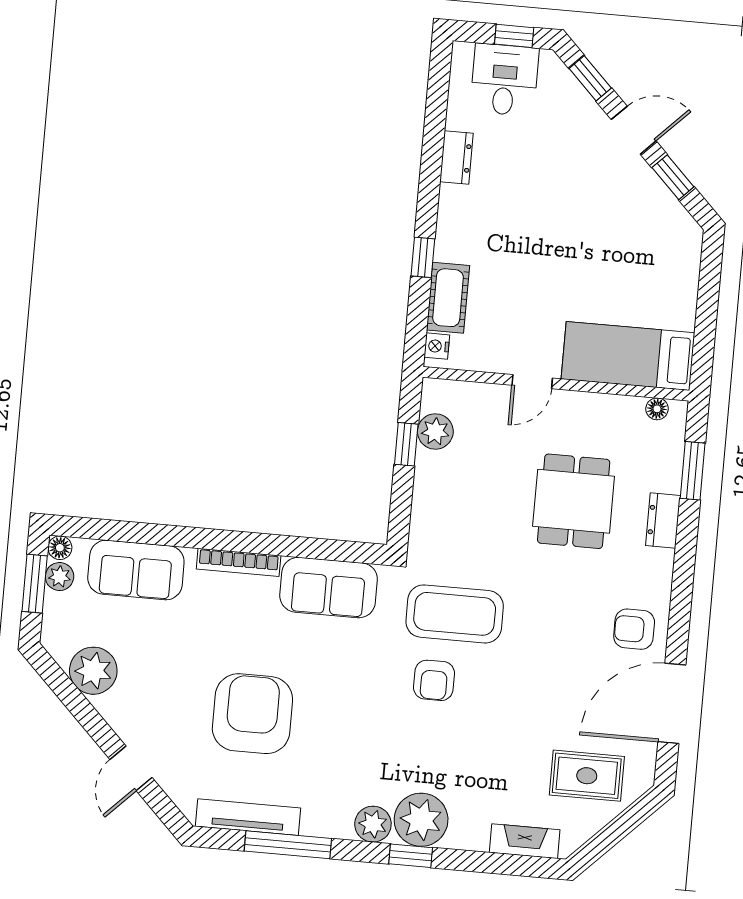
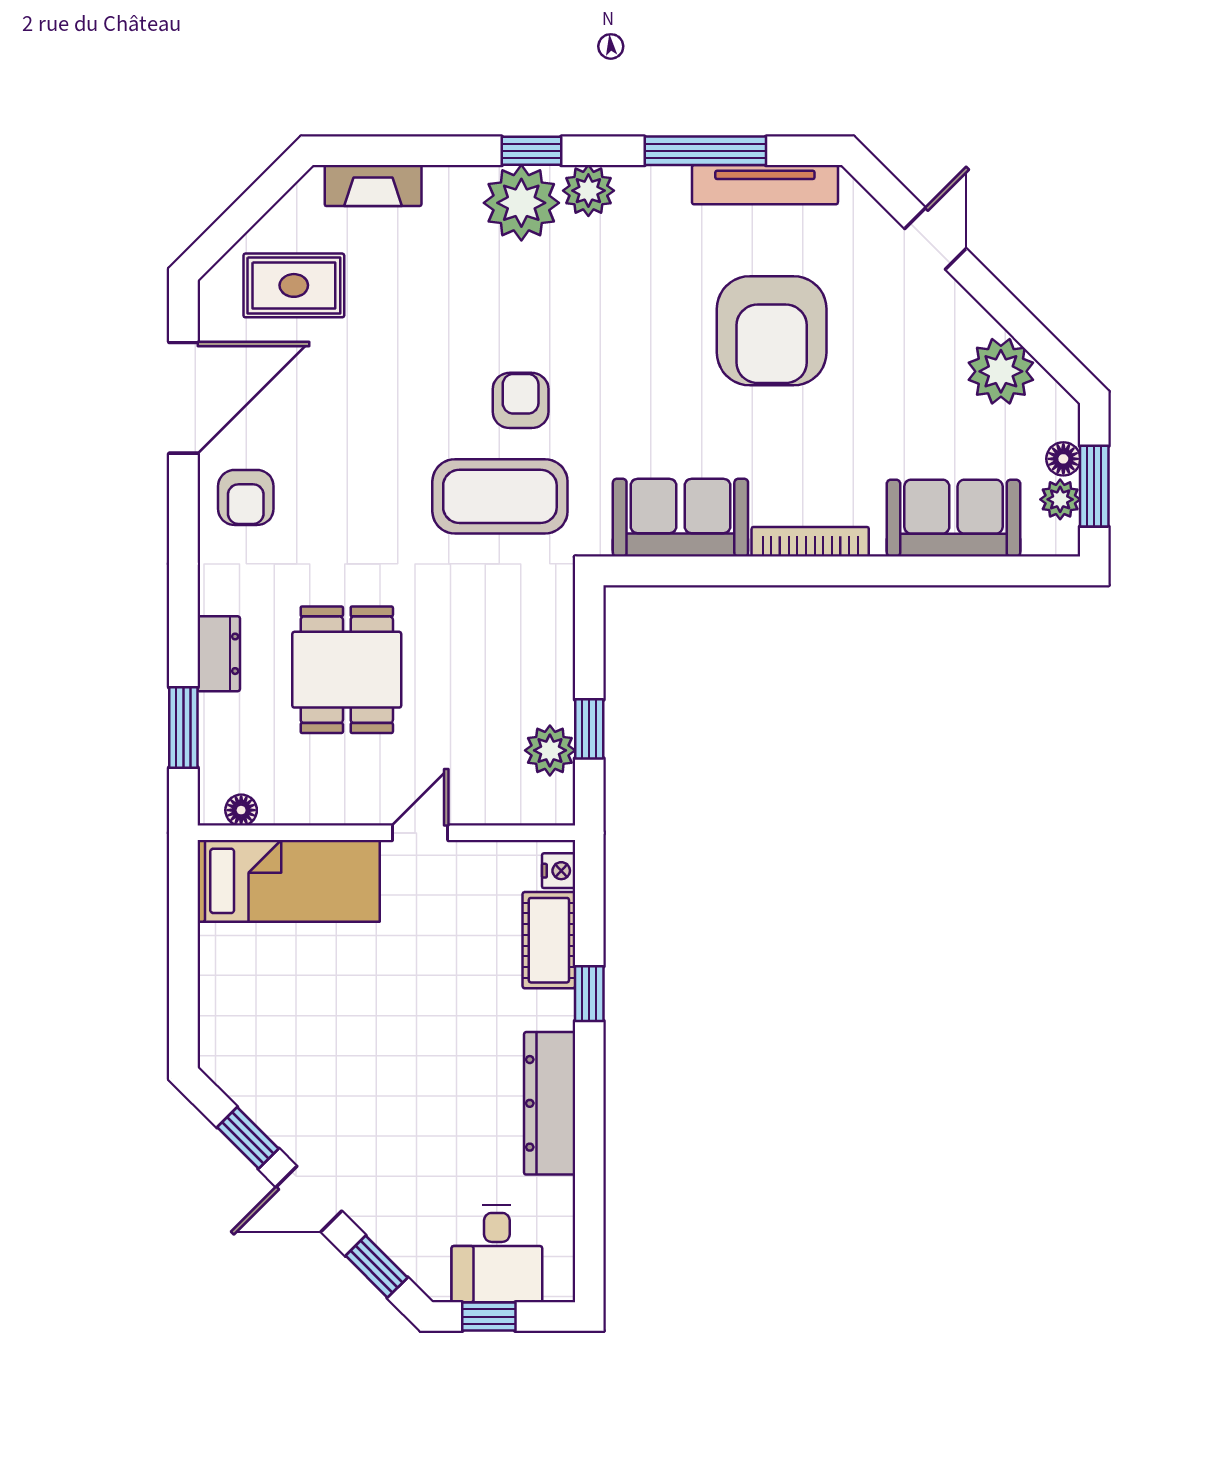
dresser: (456, 157) -> (550, 1103), width x1.96, depth x1.24
floor lamp: (60, 548) -> (1063, 459), moved
armchair: (634, 629) -> (246, 497), turned 90

